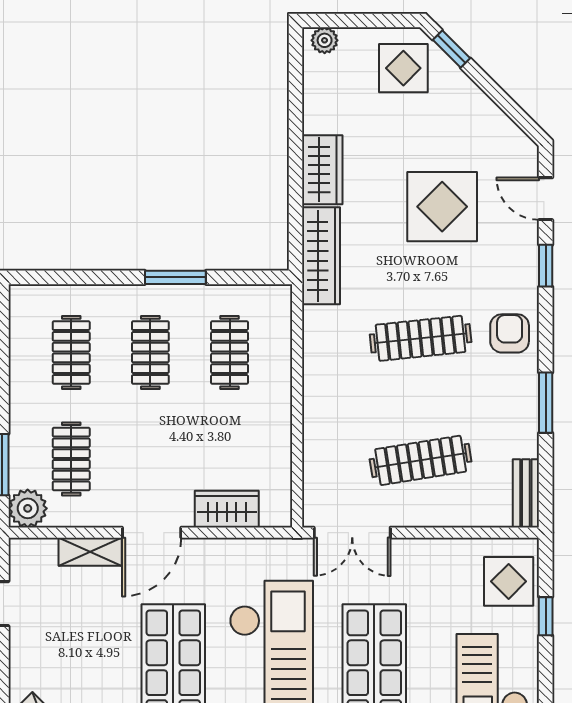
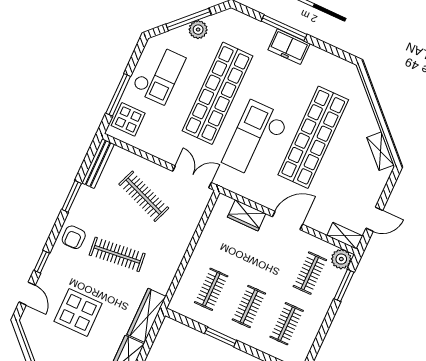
clothes rail: (421, 460) -> (144, 196), turned 30
bench: (526, 493) -> (98, 164), width x1.36
shelving: (90, 552) -> (345, 236), moved
window: (546, 616) -> (118, 95), width x2.17

